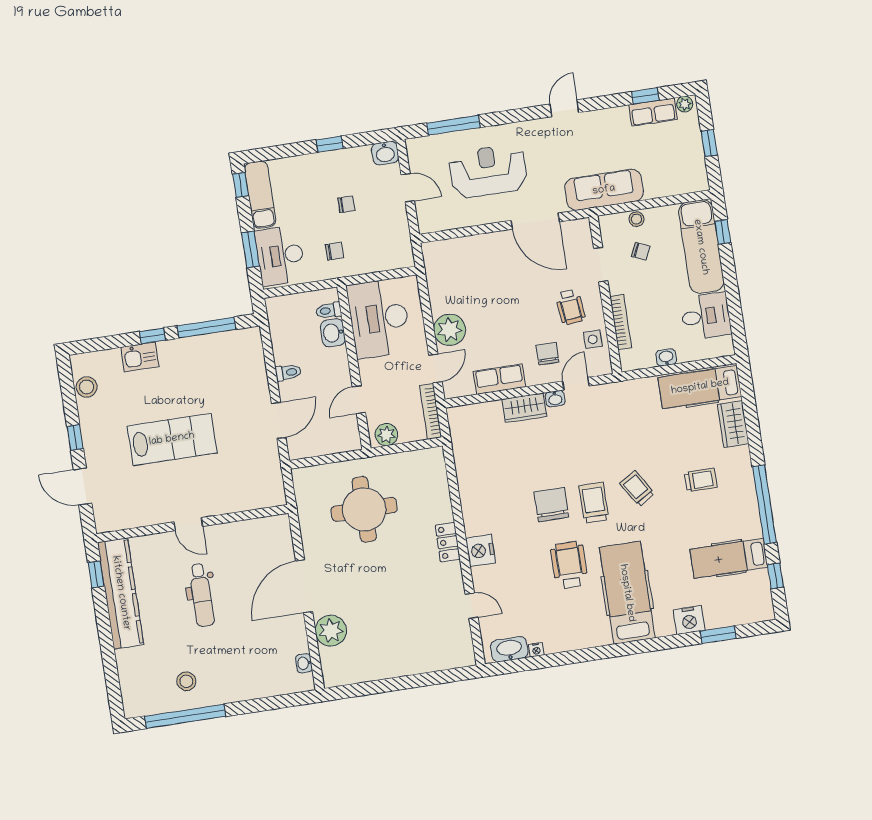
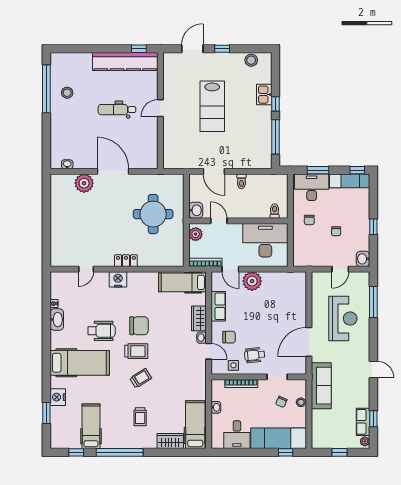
washbasin: (333, 333) -> (196, 210), moved, turned 90
hospital bed: (469, 444) -> (182, 282), added
washbasin: (509, 649) -> (57, 320), moved

